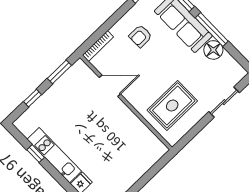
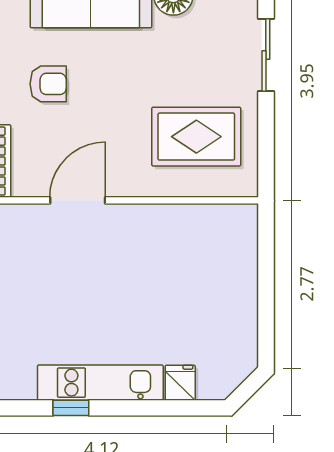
armchair: (140, 36) -> (48, 84), turned -90
rug: (172, 105) -> (196, 137), turned 90

